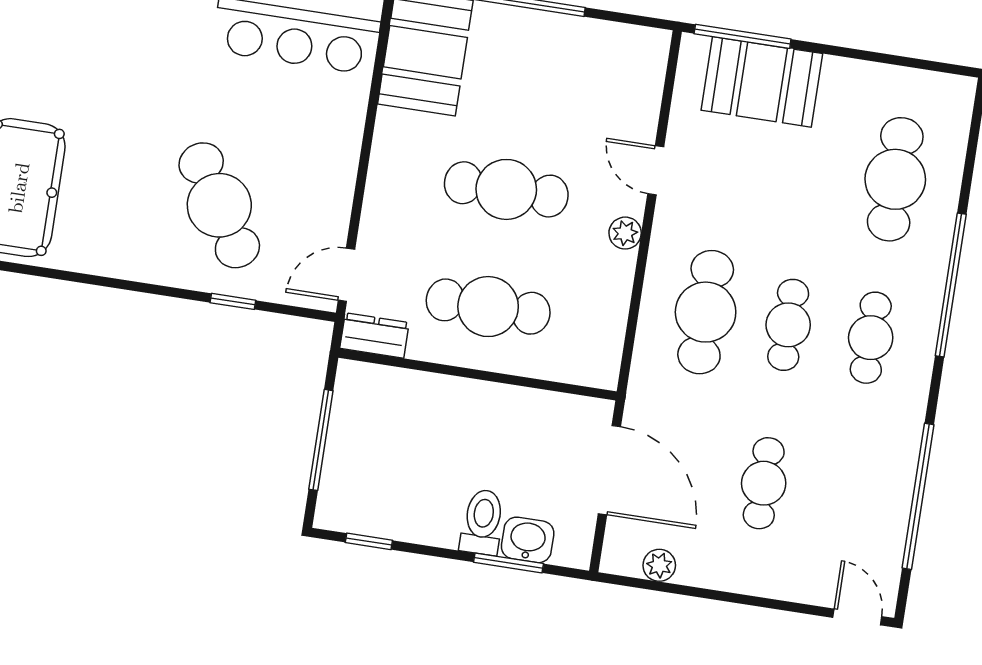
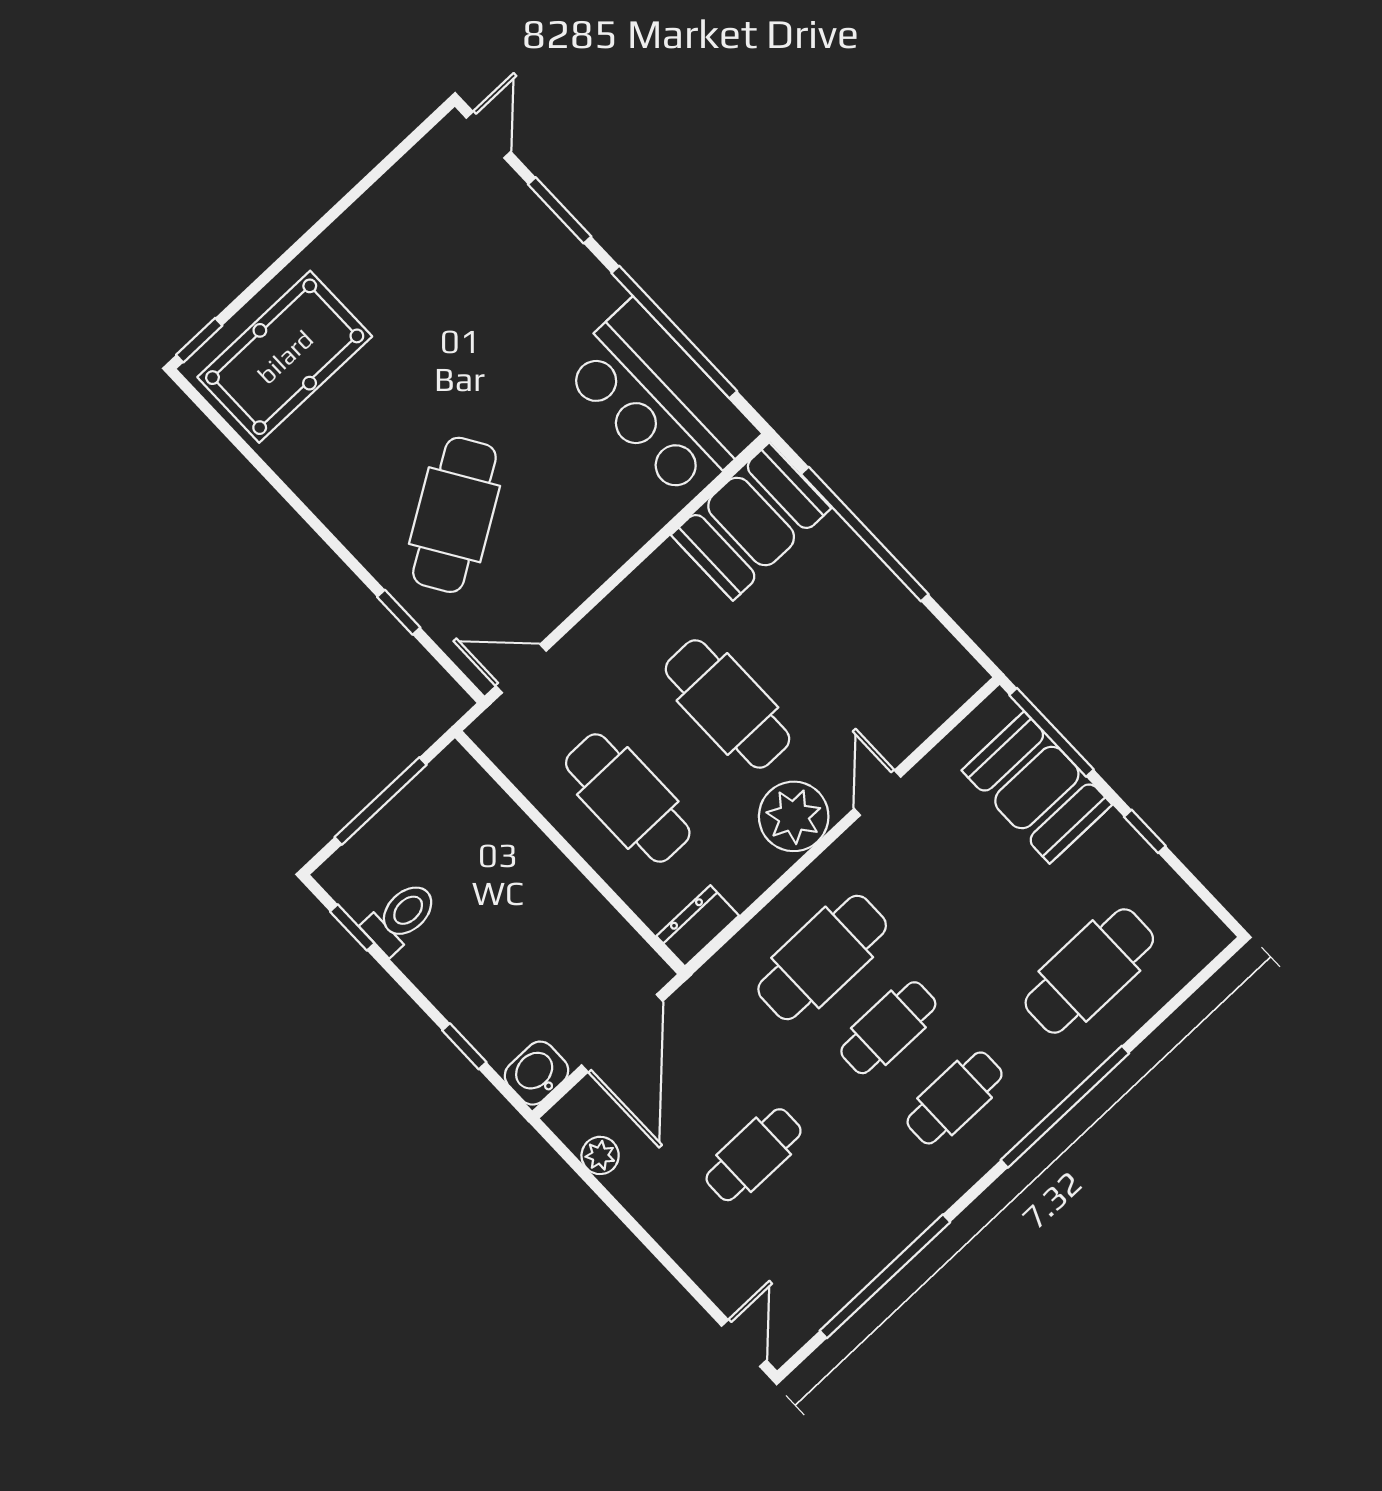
window: (859, 54) -> (1145, 831), added
plant: (625, 233) -> (794, 816), width x1.87, depth x1.87
dresser: (374, 335) -> (698, 926), moved, turned -90
toilet: (482, 522) -> (401, 917), moved
washbasin: (528, 540) -> (537, 1073), moved, turned -90
window: (508, 563) -> (464, 1046), width x0.67

